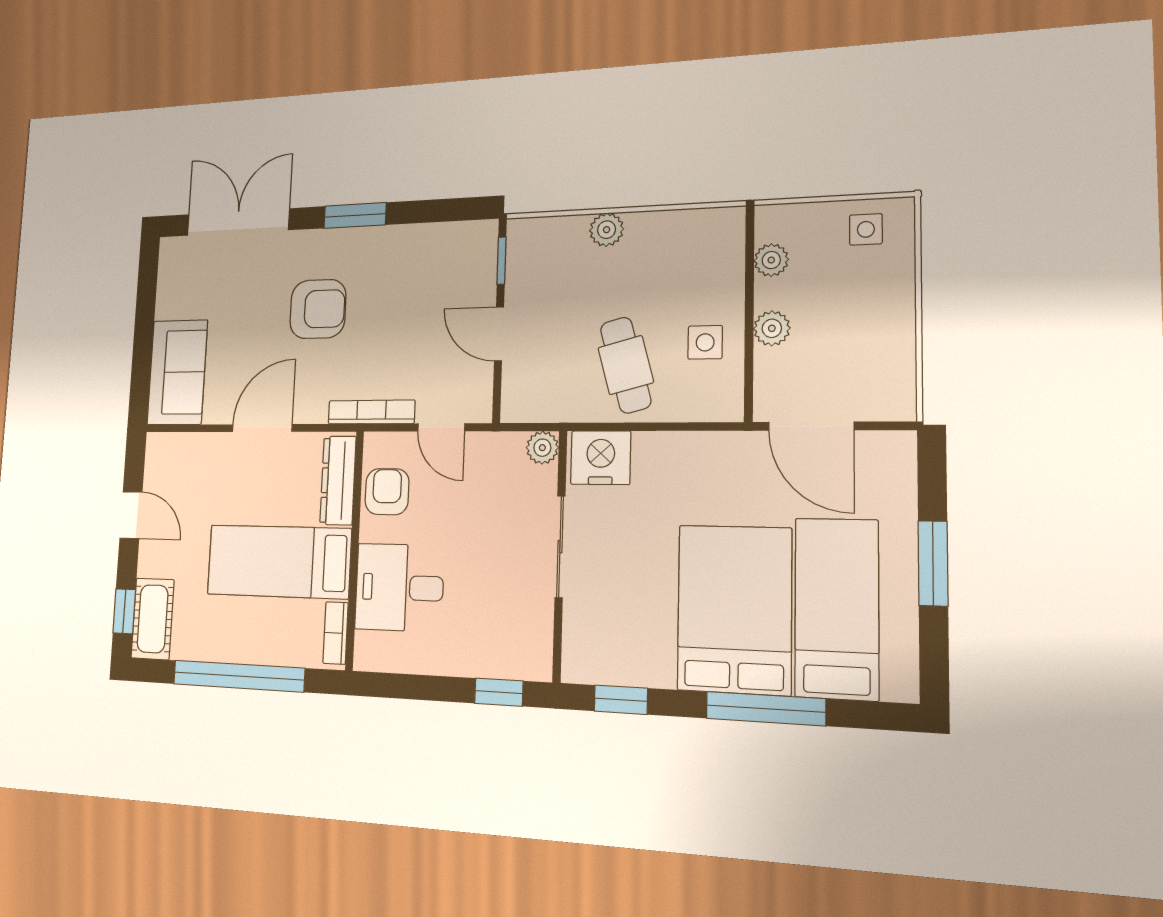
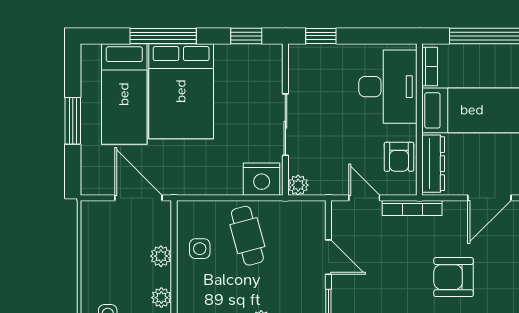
desk: (399, 587) -> (388, 87), width x1.37

